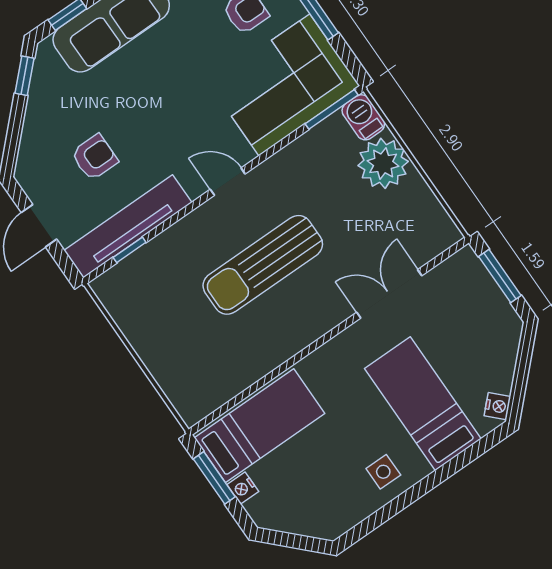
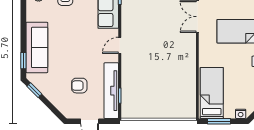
armchair: (95, 157) -> (79, 86), turned -90
sun lounger: (263, 265) -> (157, 53), removed
nightstand: (243, 488) -> (241, 114), moved

